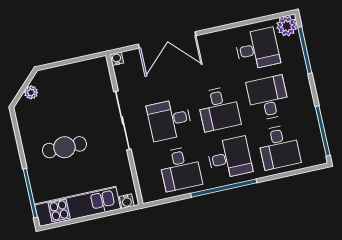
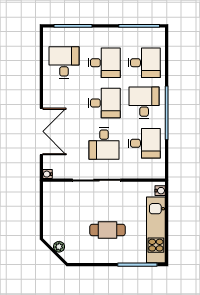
plant: (287, 26) -> (51, 36), removed
desk: (268, 98) -> (104, 63), turned 180
cafe table: (64, 147) -> (108, 230), turned 90

